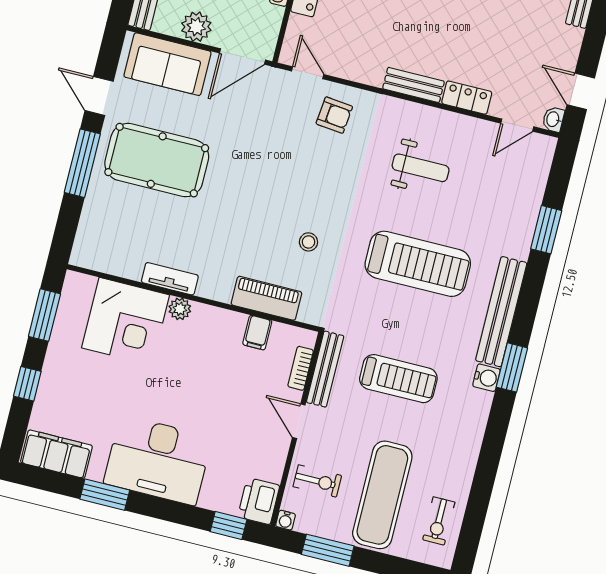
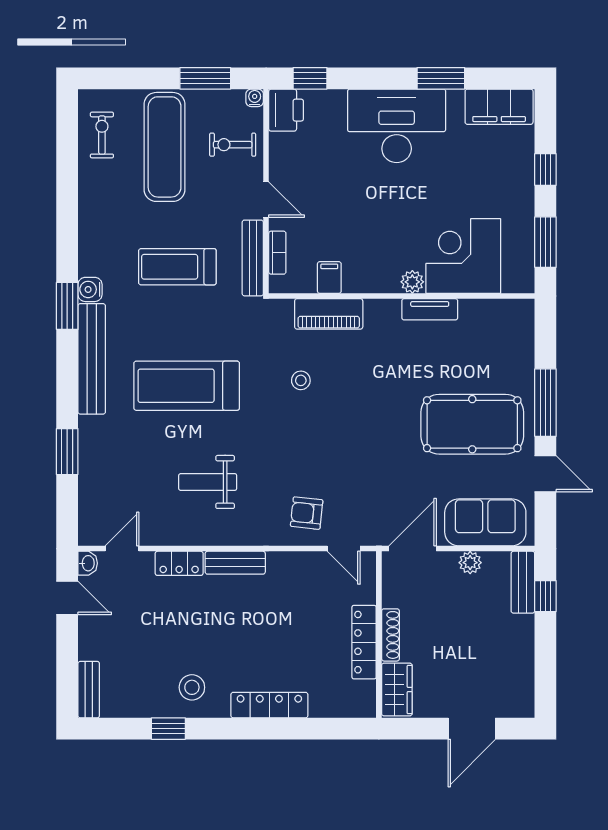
plant: (196, 27) -> (470, 563), width x0.73, depth x0.73

